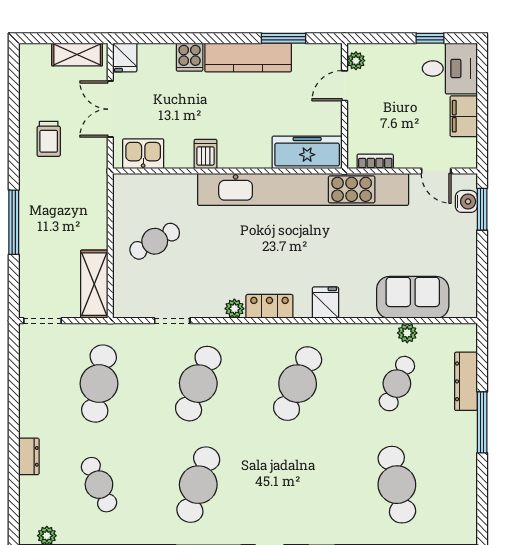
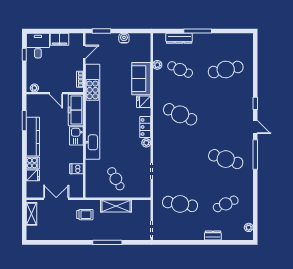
fridge: (125, 57) -> (33, 175), moved
door: (344, 86) -> (56, 93), moved
double door: (110, 109) -> (56, 199), swing flipped
trolley: (49, 139) -> (85, 215), moved
kitchen sink: (143, 154) -> (76, 136), moved
dishwasher: (206, 154) -> (76, 169), moved
water cooler: (466, 201) -> (124, 38), moved
shelving: (94, 284) -> (116, 206), moved
sofa: (413, 297) -> (141, 79), moved
cafe table: (198, 384) -> (180, 159), removed

